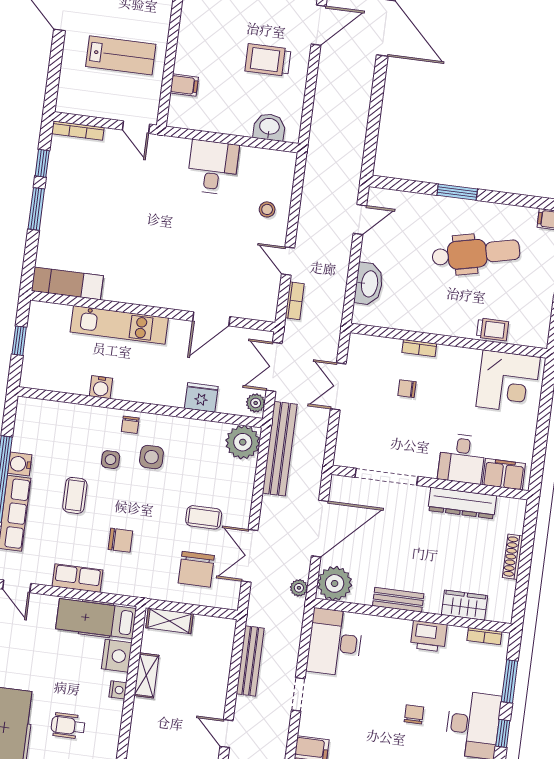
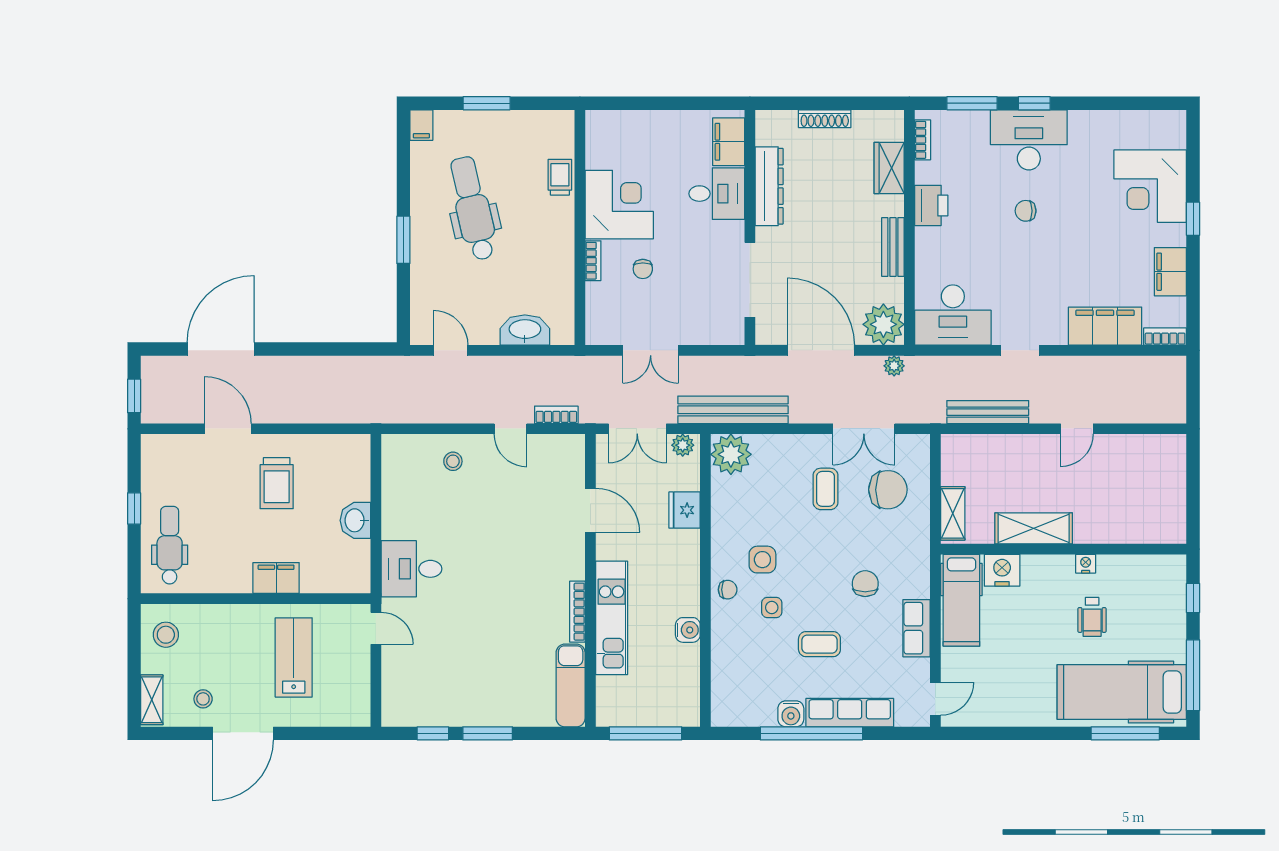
filing cabinet: (184, 85) -> (276, 578), moved, width x2.00
door: (136, 127) -> (376, 628), hinge flipped
washbasin: (269, 127) -> (355, 520), moved
bookcase: (78, 131) -> (577, 612), moved, turned 180
desk: (213, 167) -> (412, 569), moved
door: (288, 261) -> (511, 429), hinge flipped
window: (19, 341) -> (646, 733), width x2.17
corner desk: (508, 382) -> (619, 205), moved
shelving: (146, 675) -> (1034, 528), width x1.50, depth x1.33
nightstand: (118, 690) -> (1086, 564), moved

